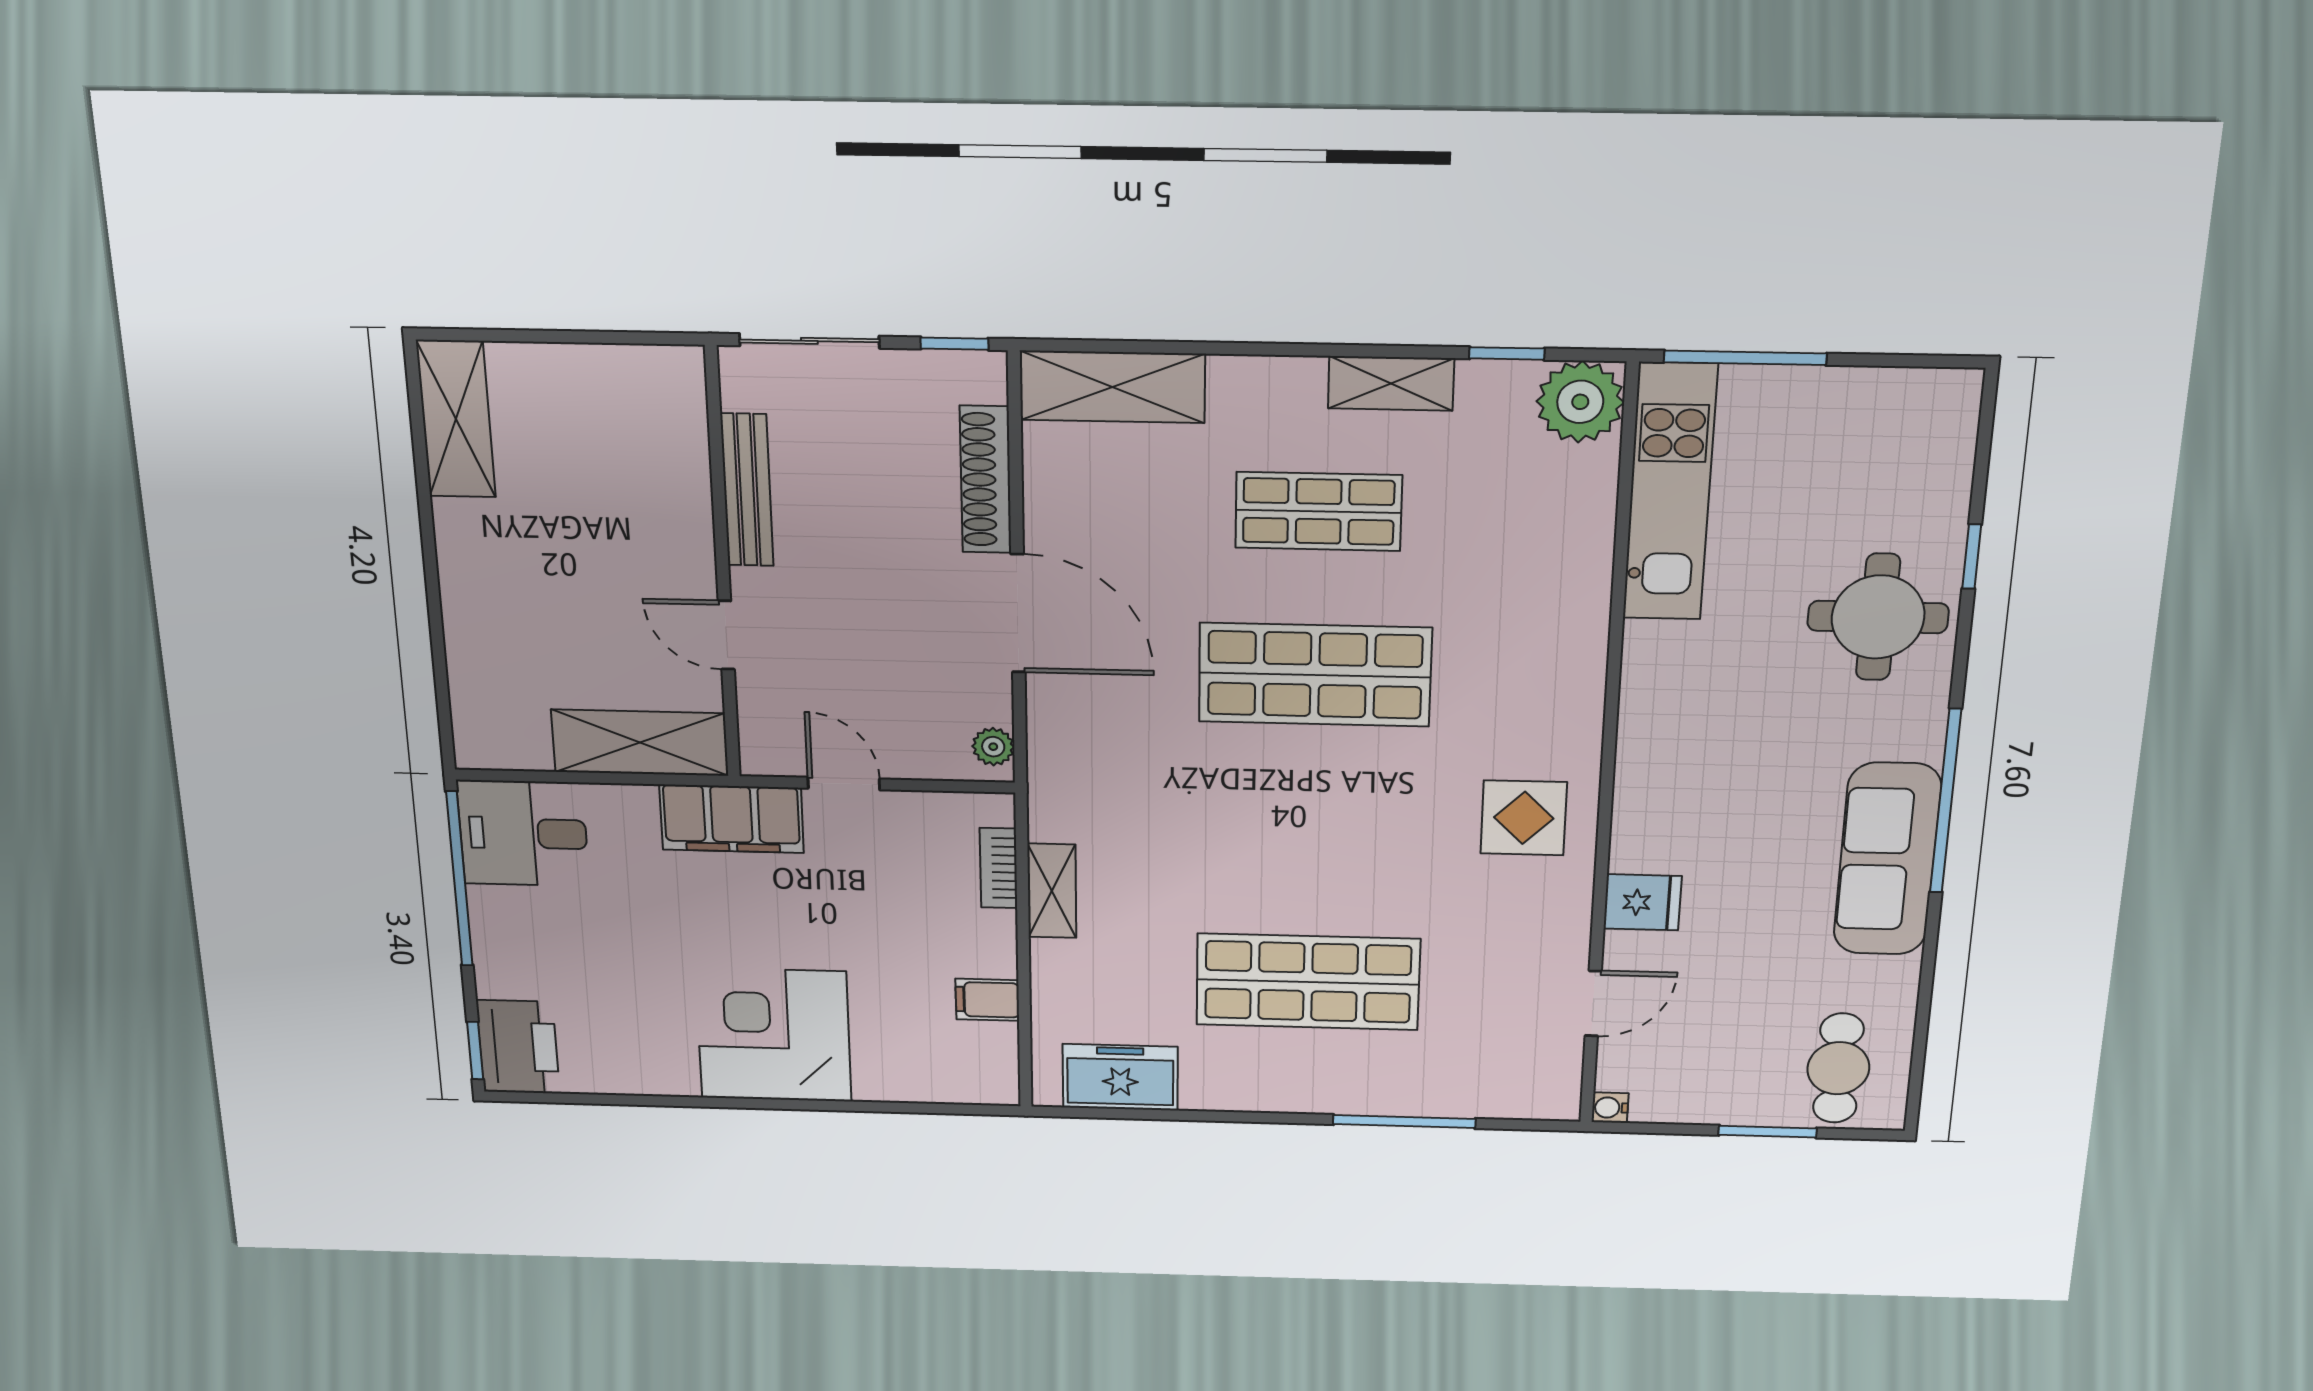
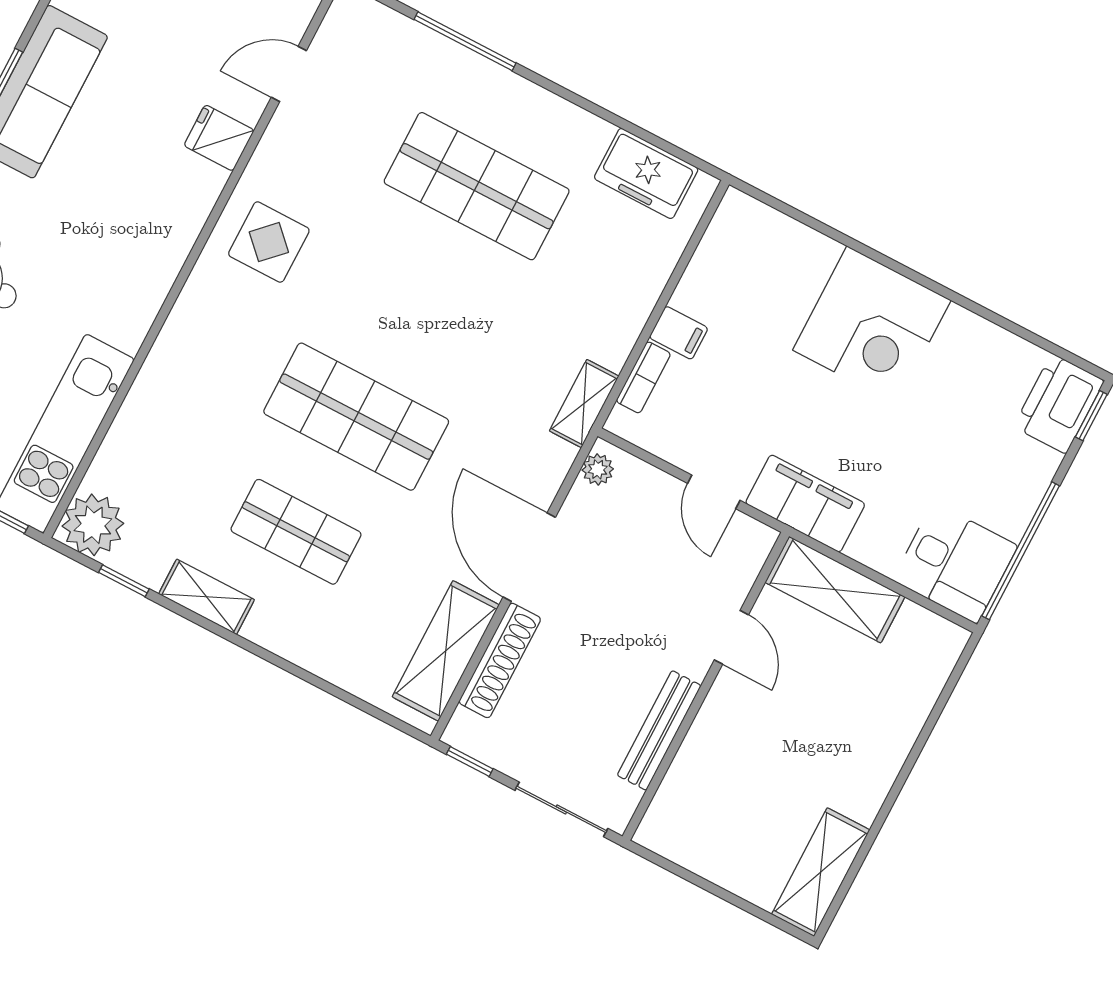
shelving: (1112, 387) -> (446, 651), moved, turned 90
shelving: (1052, 891) -> (584, 404), moved
filing cabinet: (987, 1000) -> (679, 333), moved

